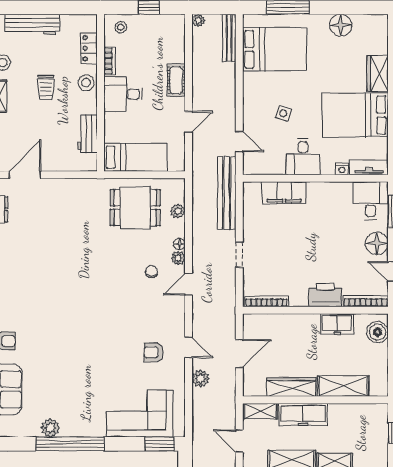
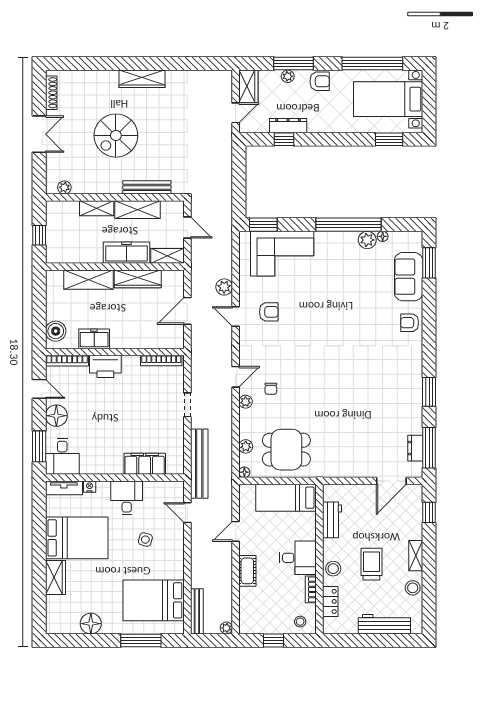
trolley: (46, 88) -> (371, 564), width x1.36, depth x1.39
floor lamp: (179, 244) -> (244, 472), moved
floor lamp: (34, 432) -> (383, 236), added

